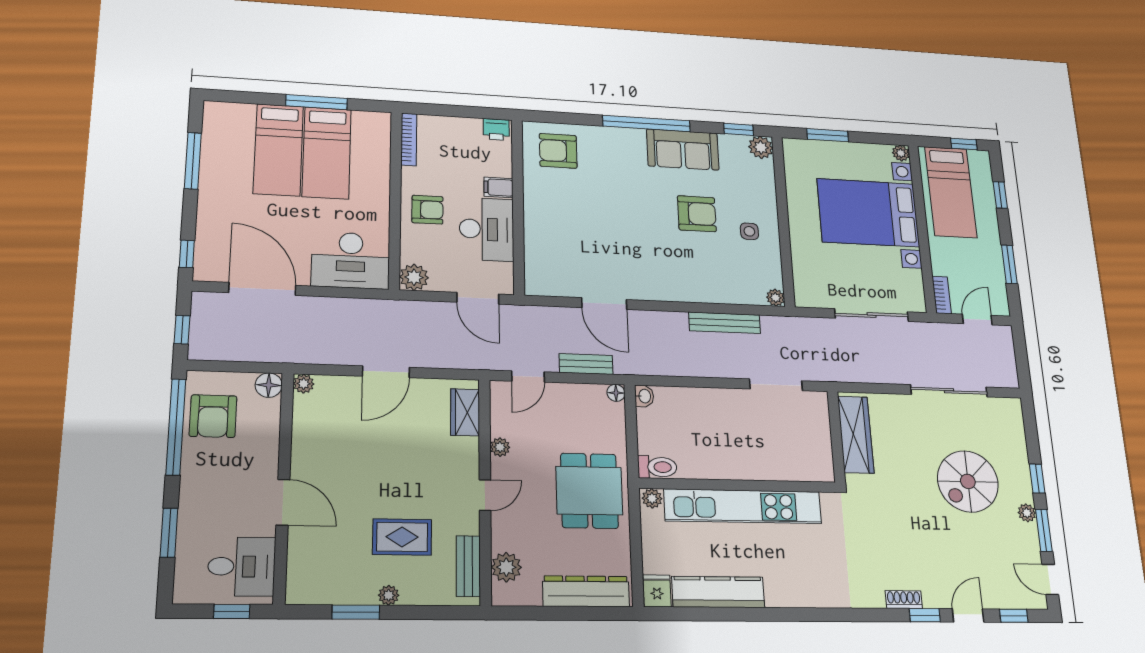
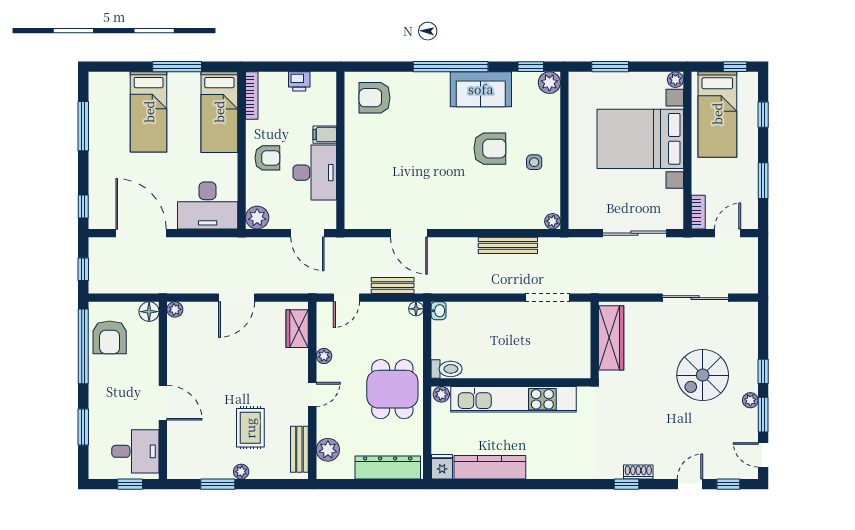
printer: (496, 129) -> (299, 81), moved
bed: (327, 153) -> (219, 112), moved
rug: (402, 537) -> (250, 428), turned 90
window: (925, 615) -> (627, 484), moved

